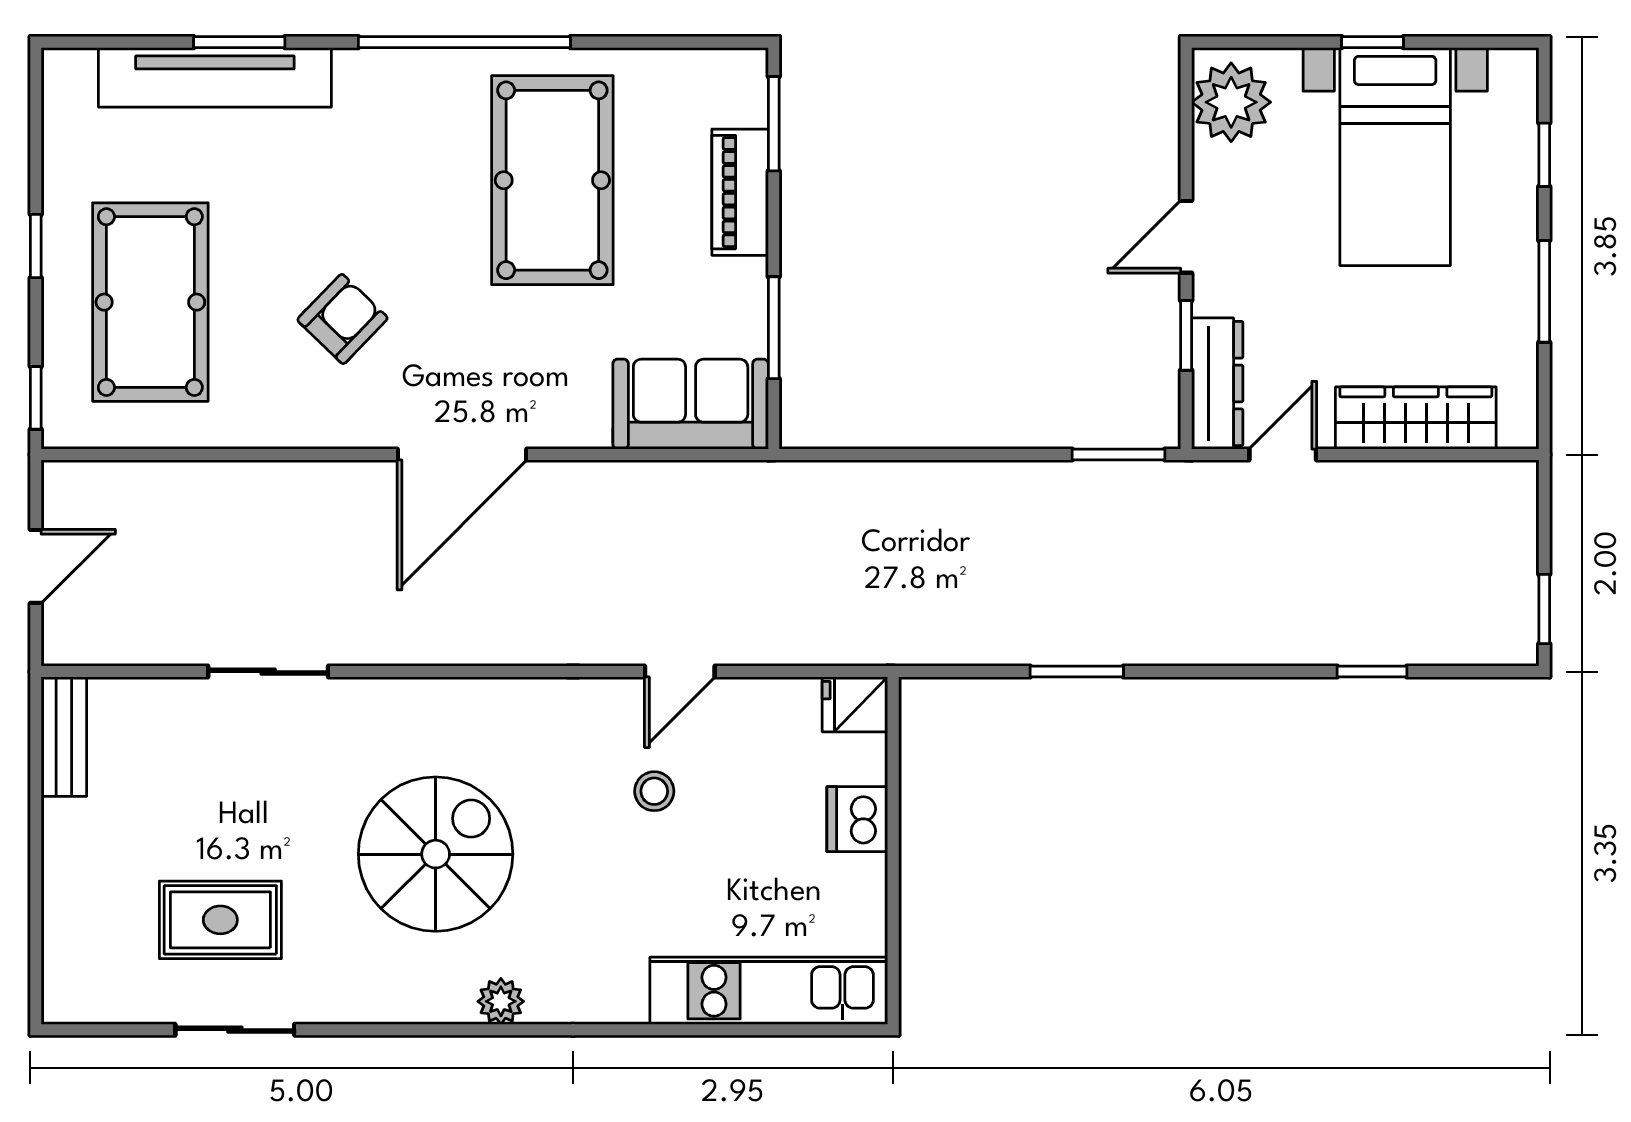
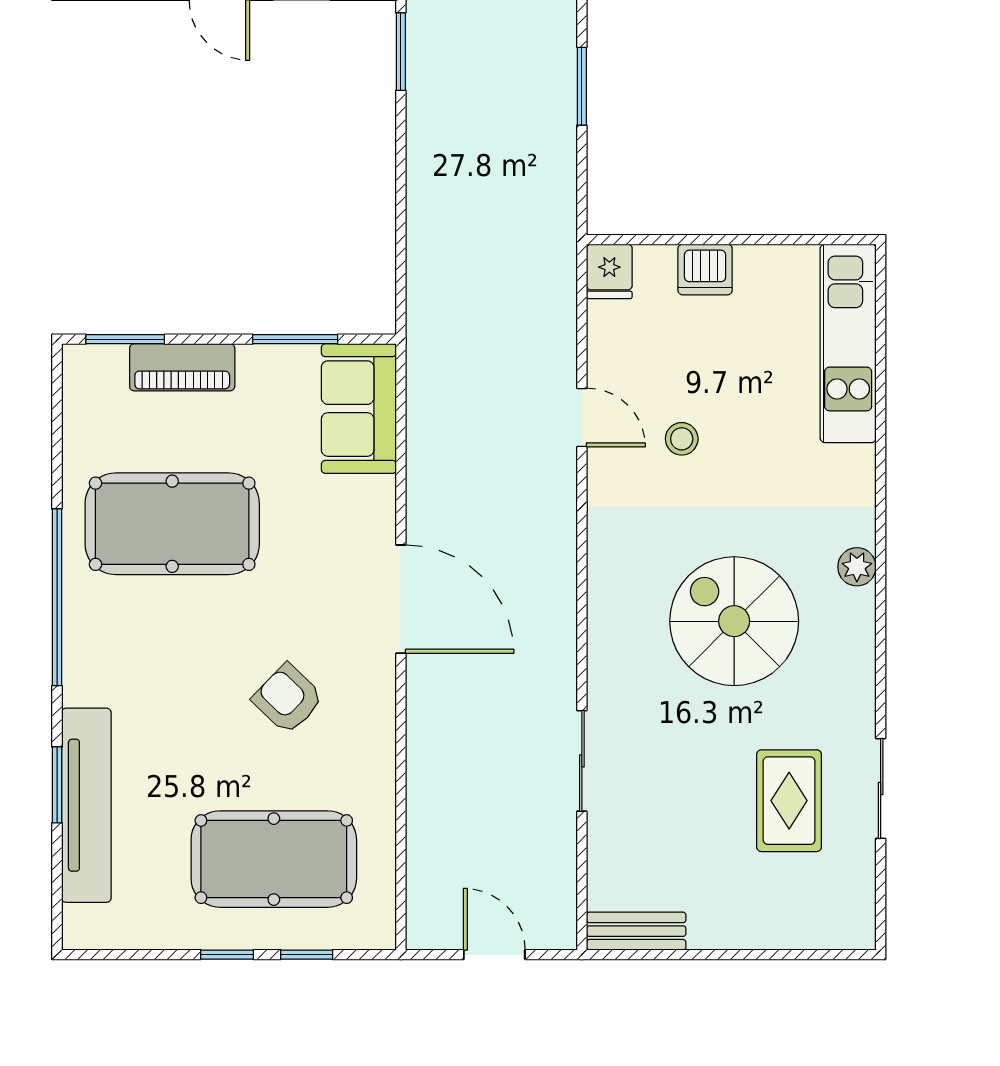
window: (36, 398) -> (307, 955), moved

